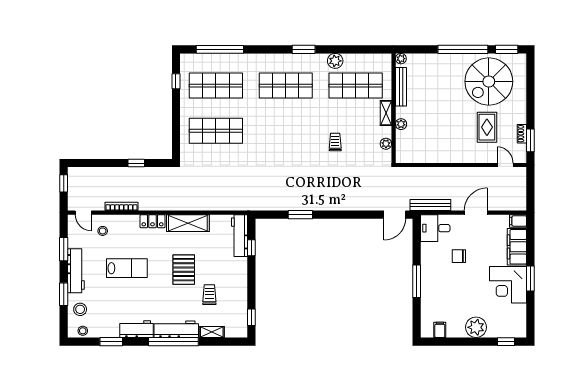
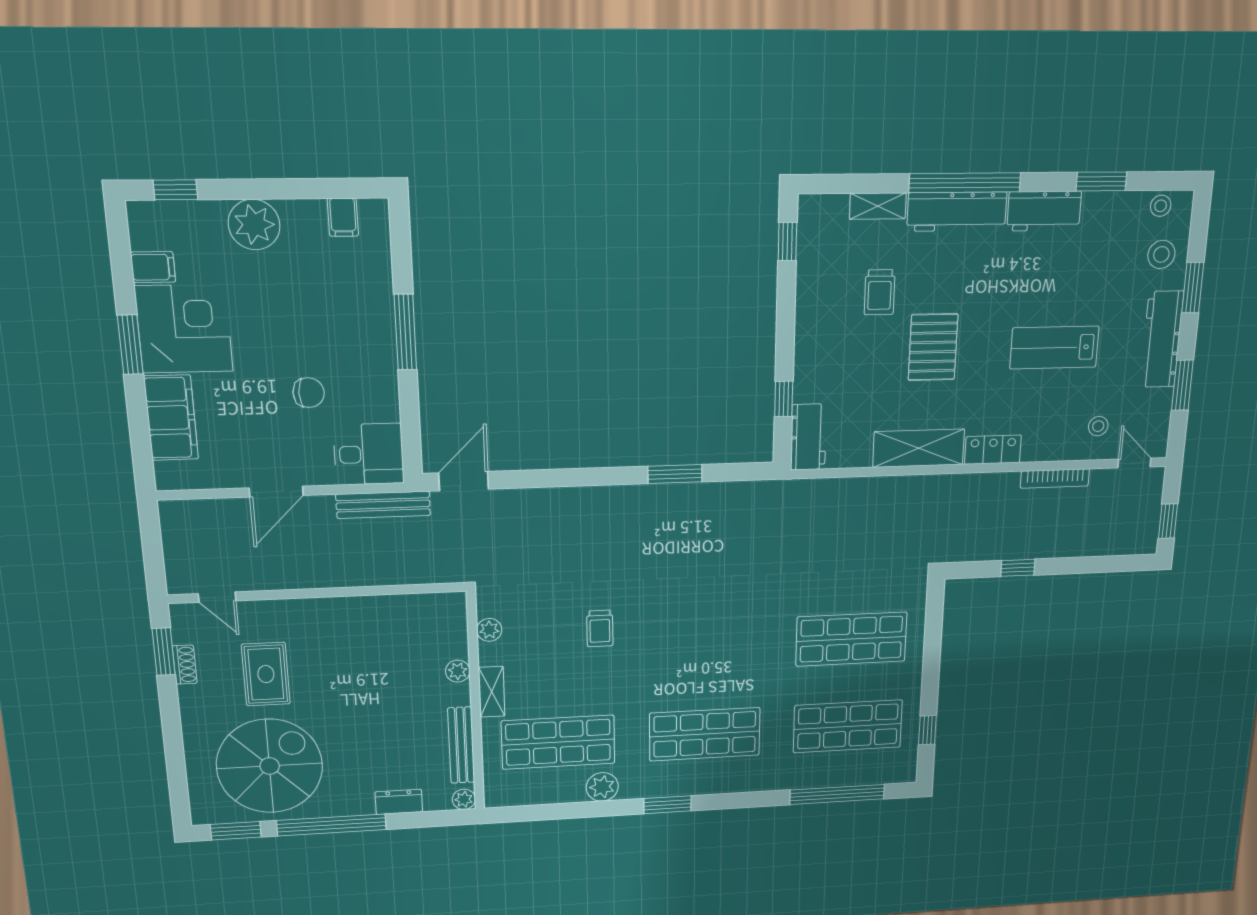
dresser: (431, 59) -> (399, 802), added
filing cabinet: (518, 221) -> (153, 267), moved
workbench: (240, 236) -> (808, 437), width x0.73

